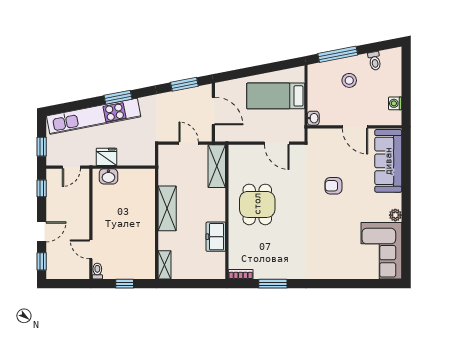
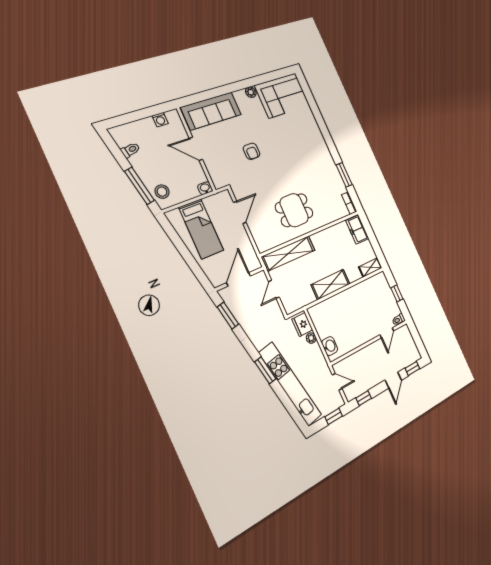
stool: (349, 80) -> (162, 192), moved
door: (355, 127) -> (196, 149), swing flipped
fridge: (106, 157) -> (302, 325), moved
plant: (125, 160) -> (311, 338), added
shelving: (217, 166) -> (288, 253), width x1.47
door: (42, 232) -> (393, 380), swing flipped
freezer: (216, 237) -> (357, 230), moved, turned 90

